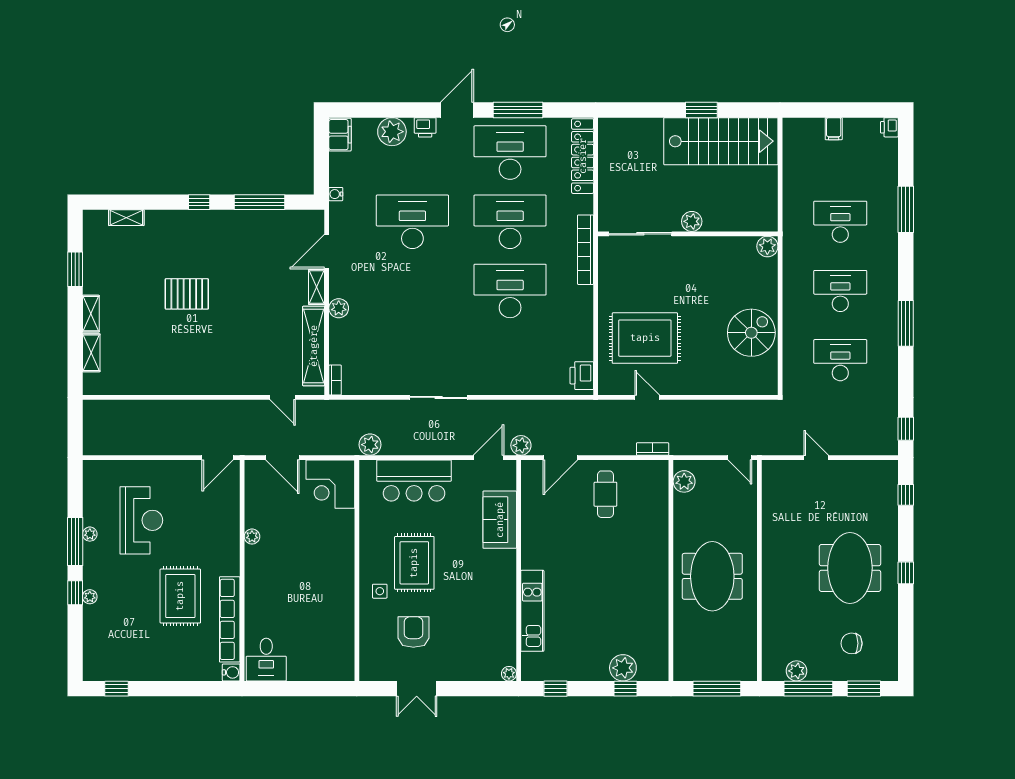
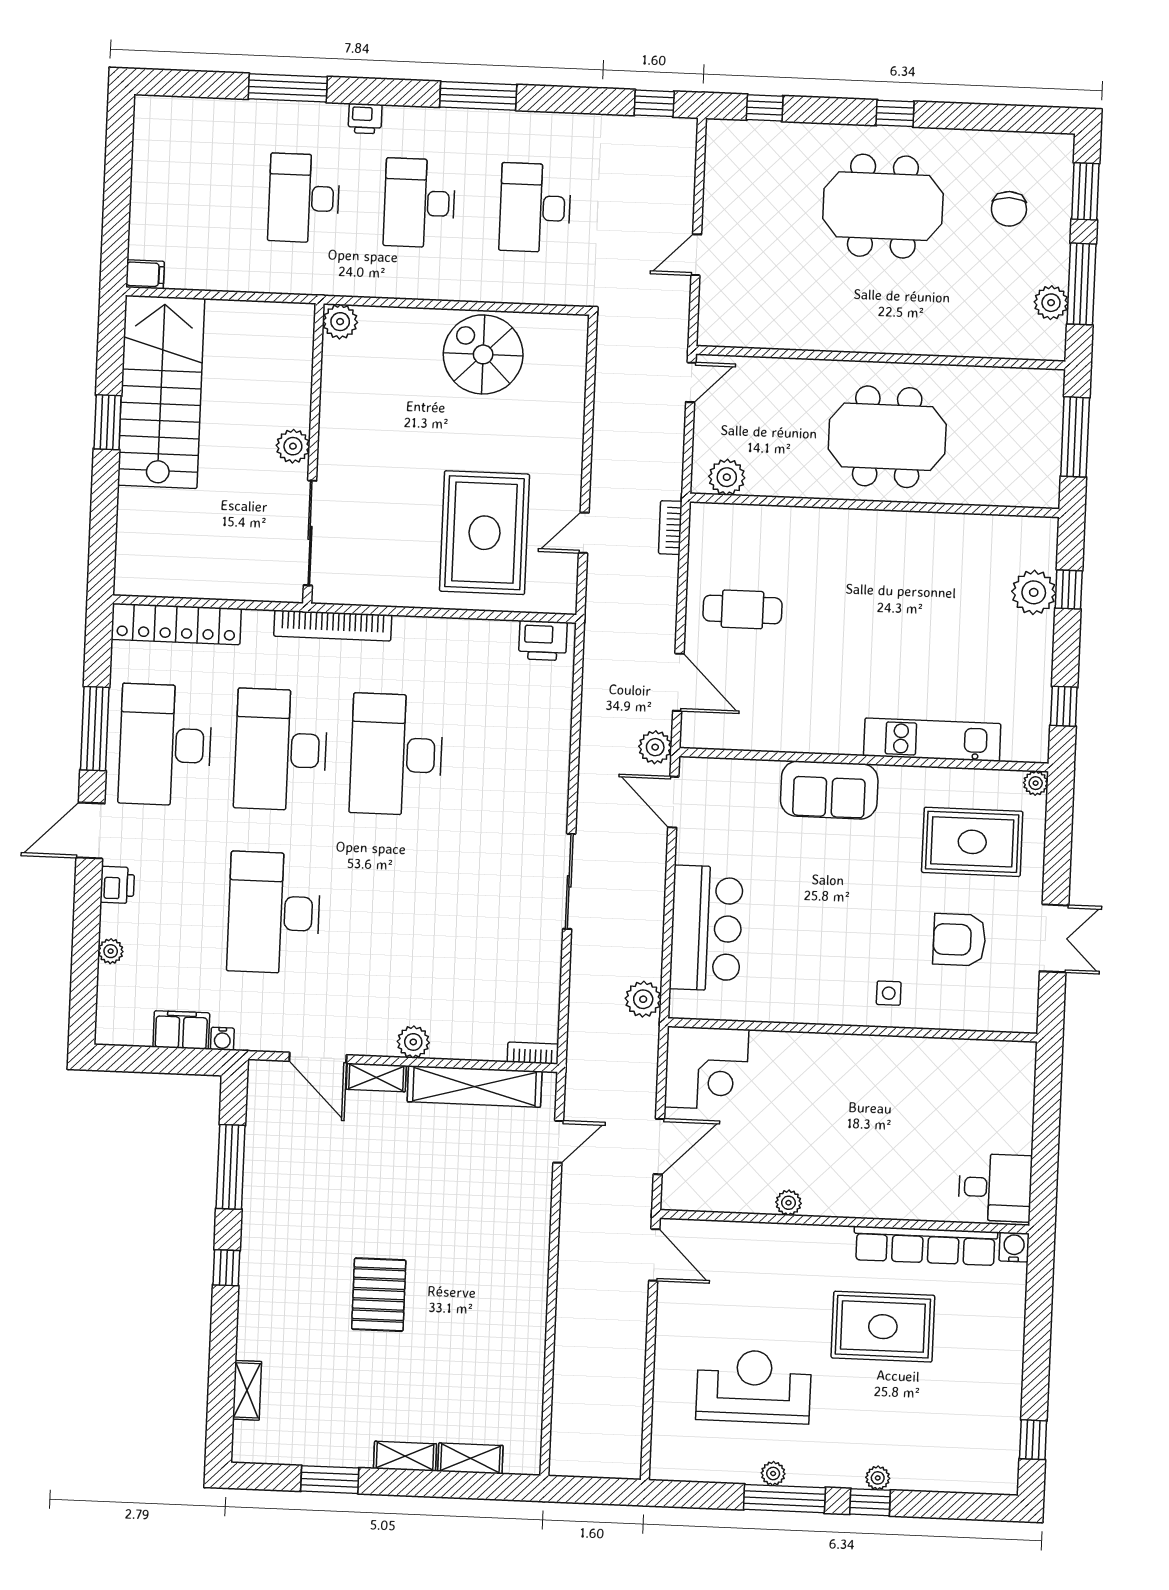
door: (457, 110) -> (90, 831), hinge flipped
printer: (889, 127) -> (365, 119), moved
filing cabinet: (834, 129) -> (145, 274), moved
plant: (392, 132) -> (111, 951), width x0.53, depth x0.53
filing cabinet: (340, 135) -> (181, 1030), moved
sofa: (500, 520) -> (829, 790), moved
rug: (414, 563) -> (972, 842), moved

